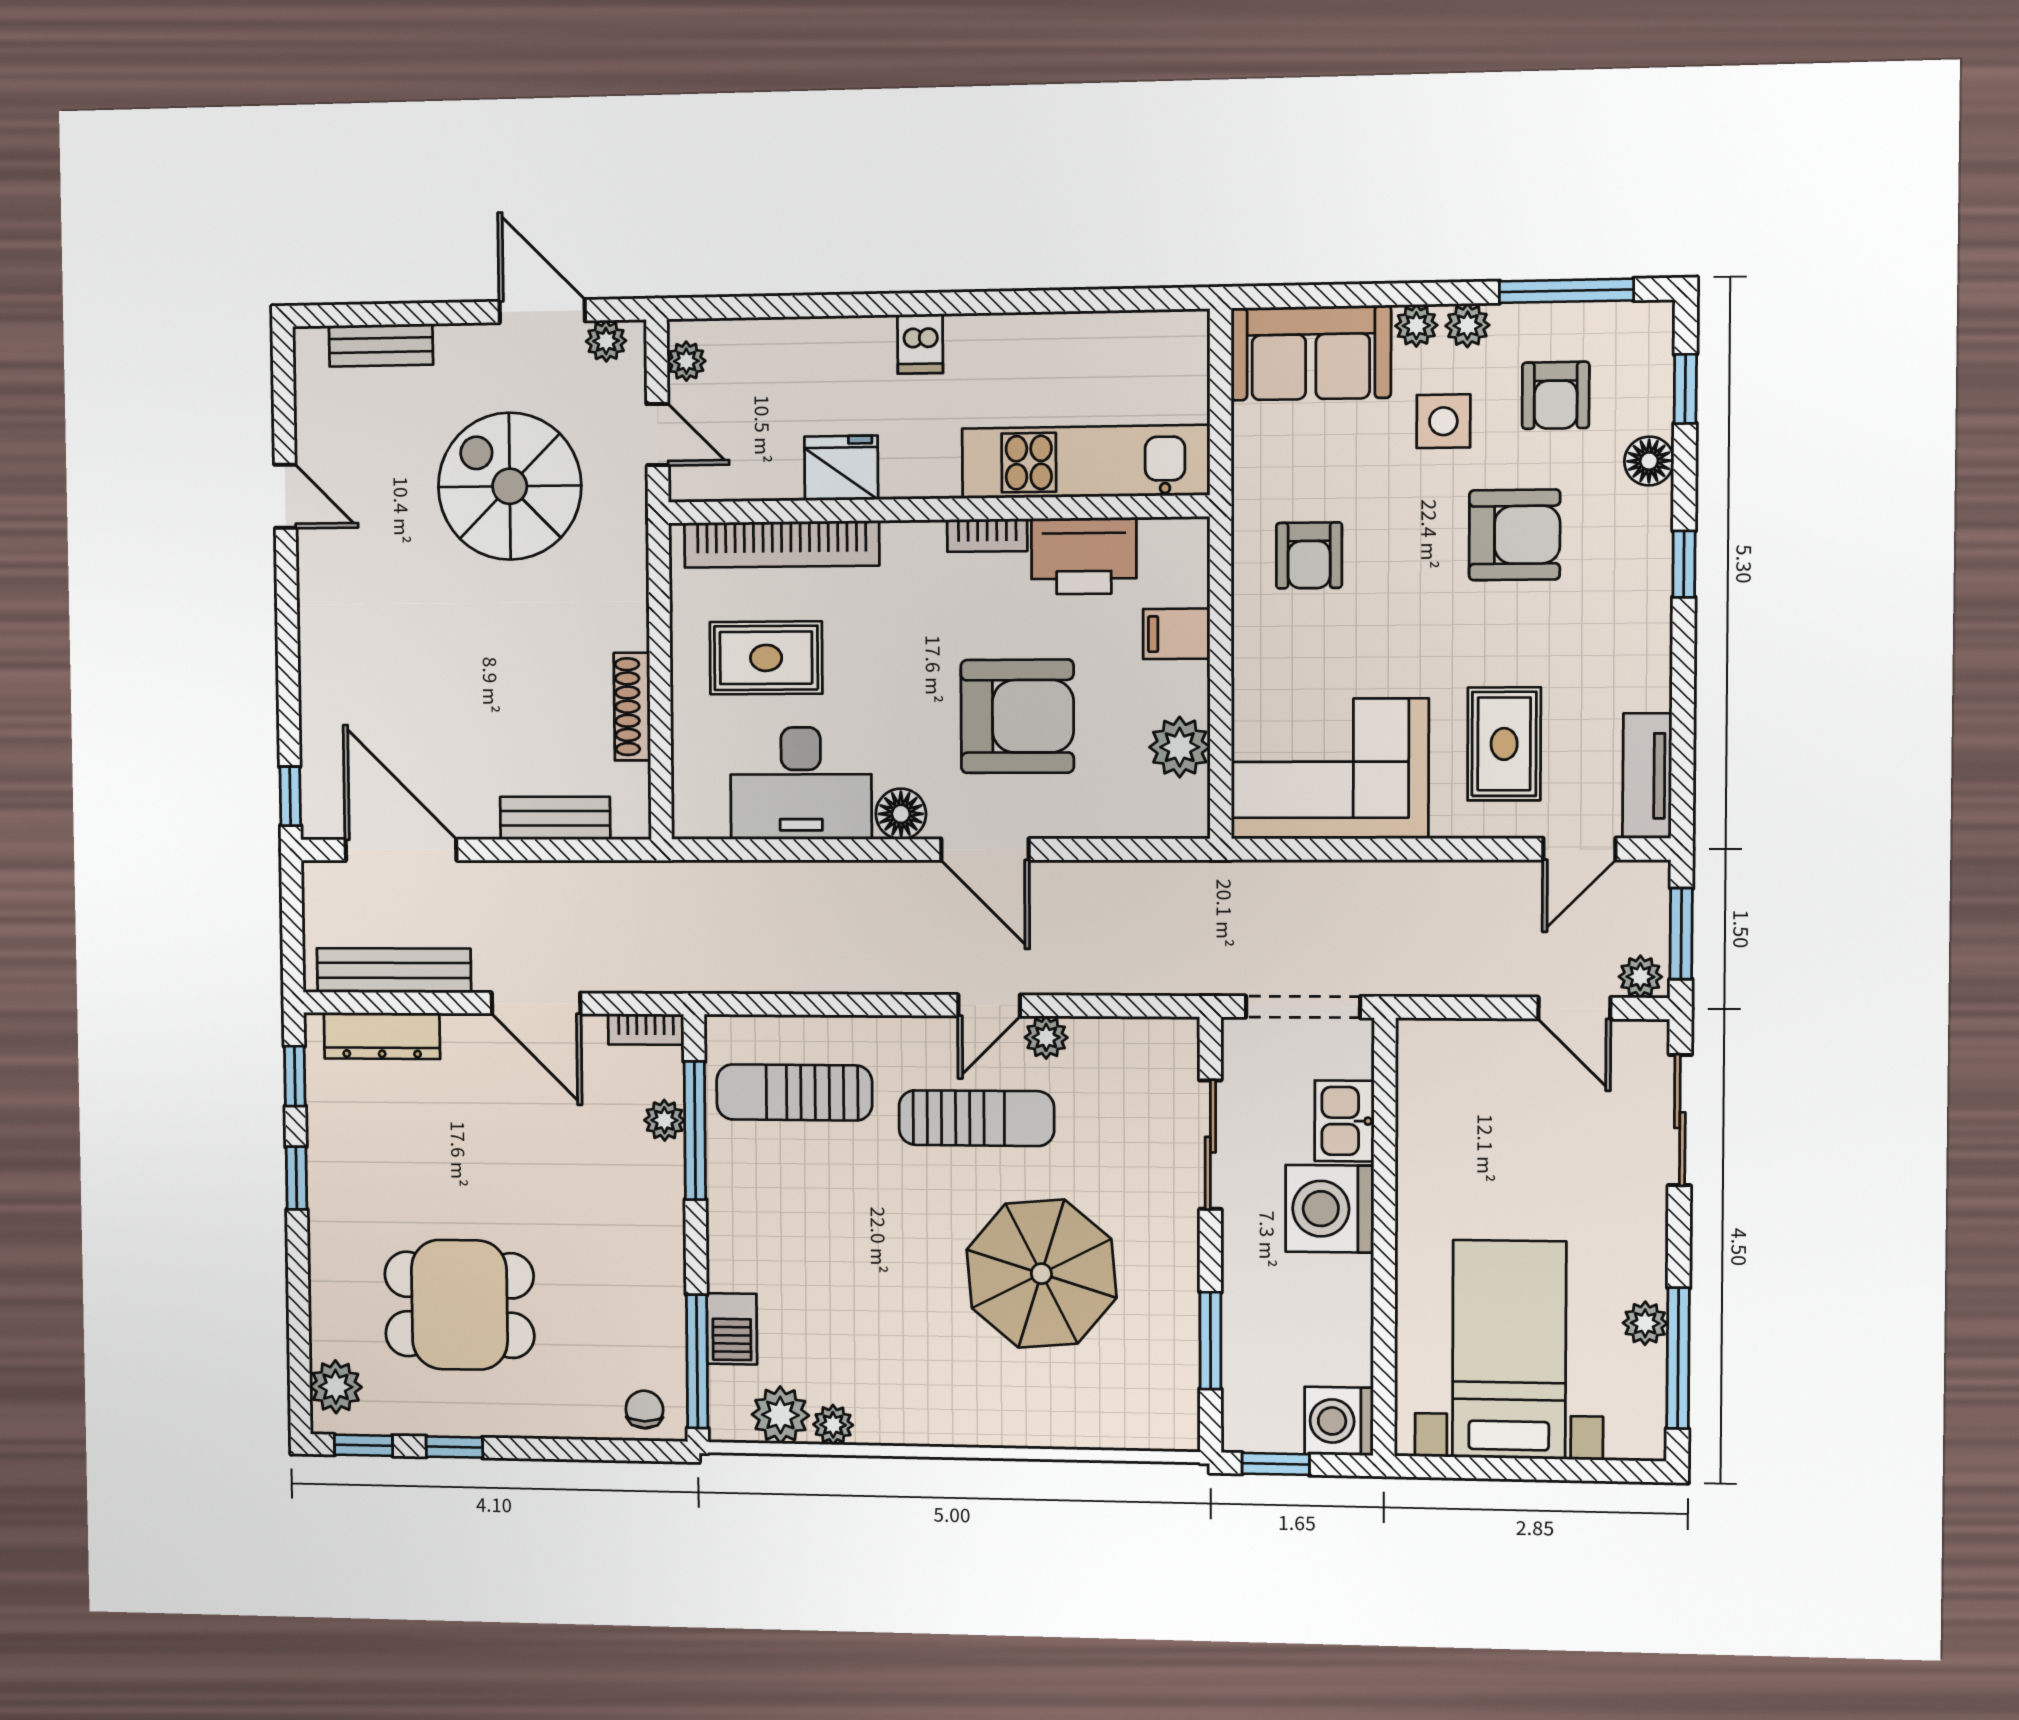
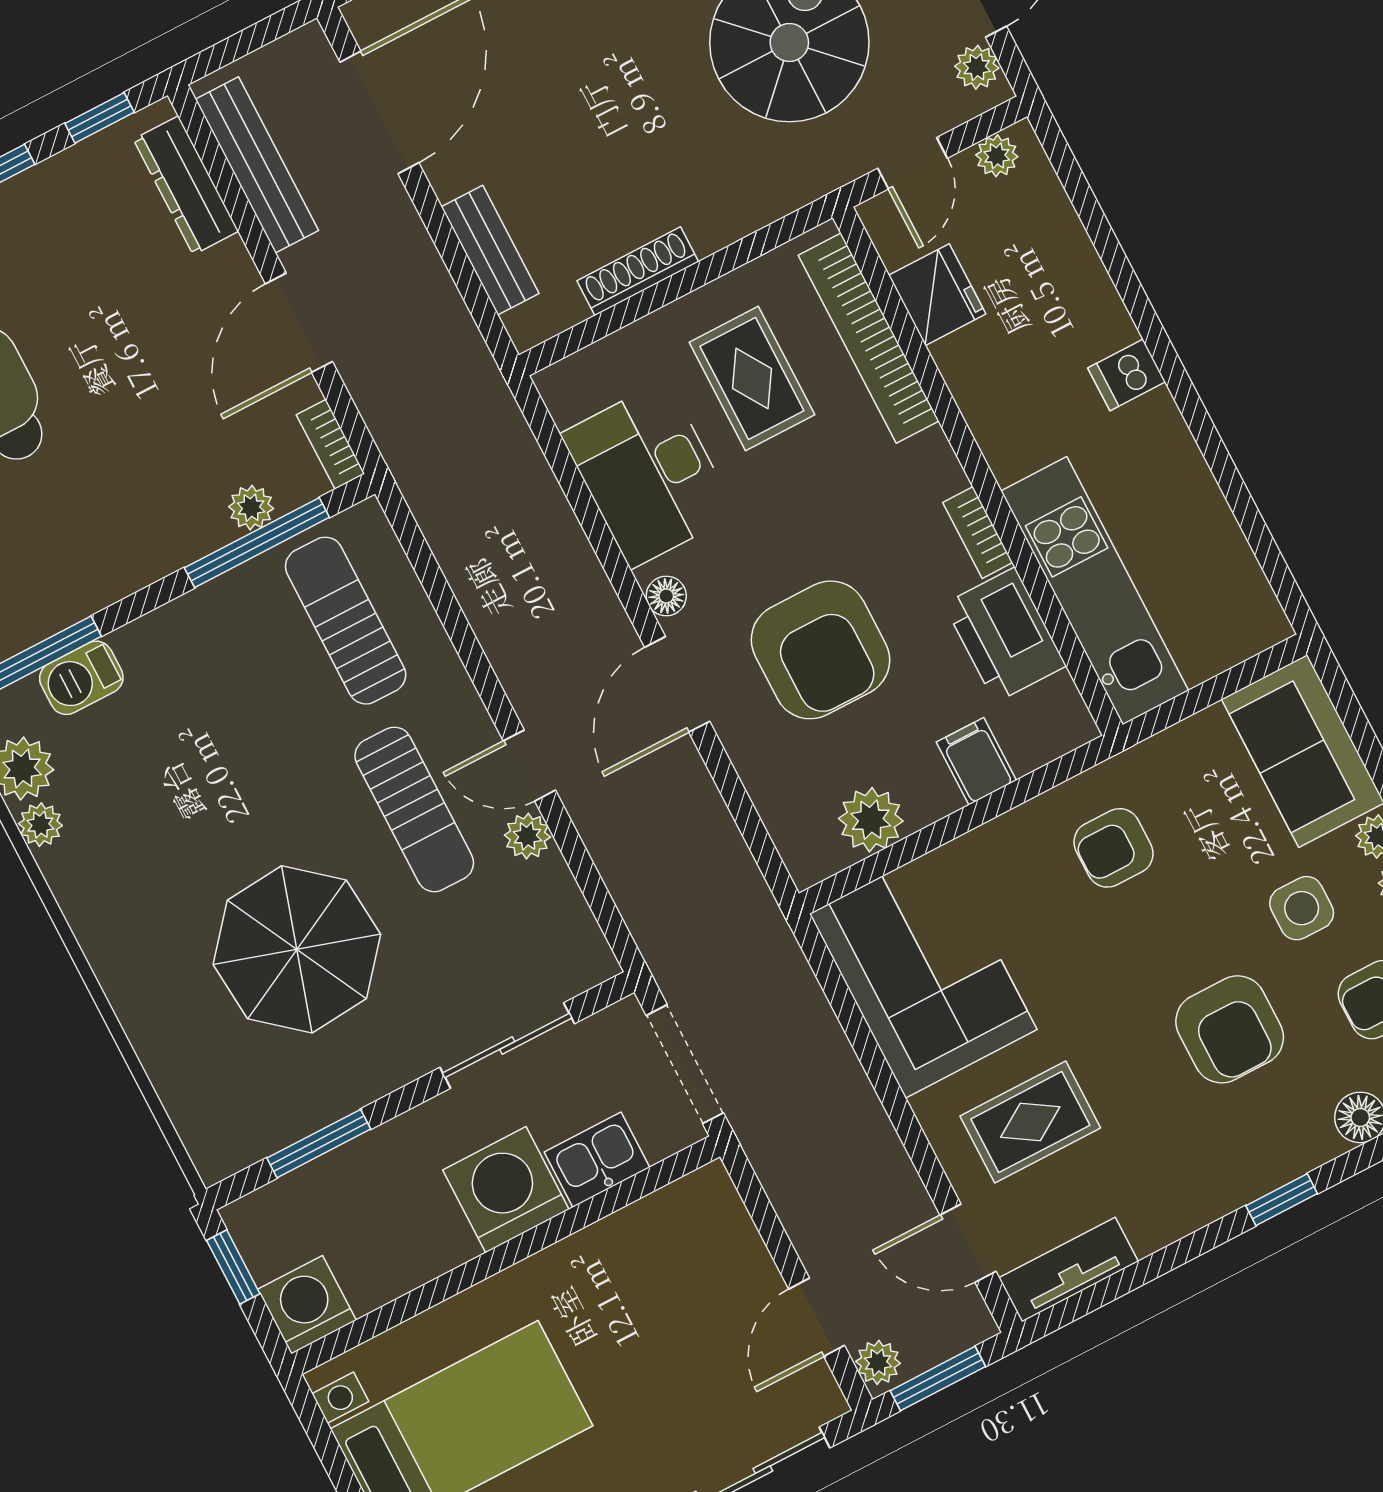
fridge: (841, 468) -> (937, 295), moved
floor lamp: (901, 814) -> (666, 596), width x0.73, depth x0.73

